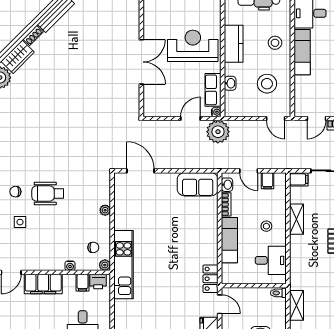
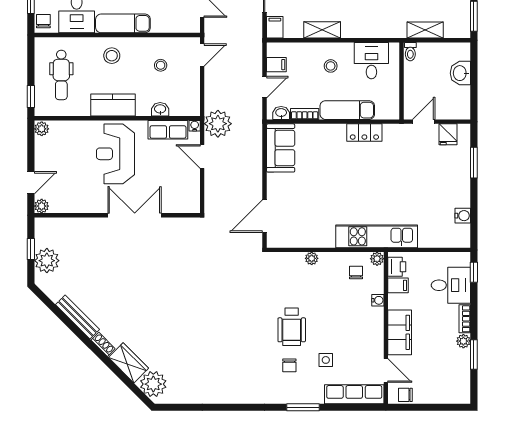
stool: (267, 84) -> (161, 65), width x0.53, depth x0.53
locker: (211, 279) -> (364, 133), moved

